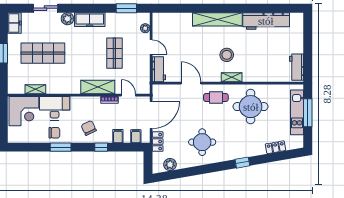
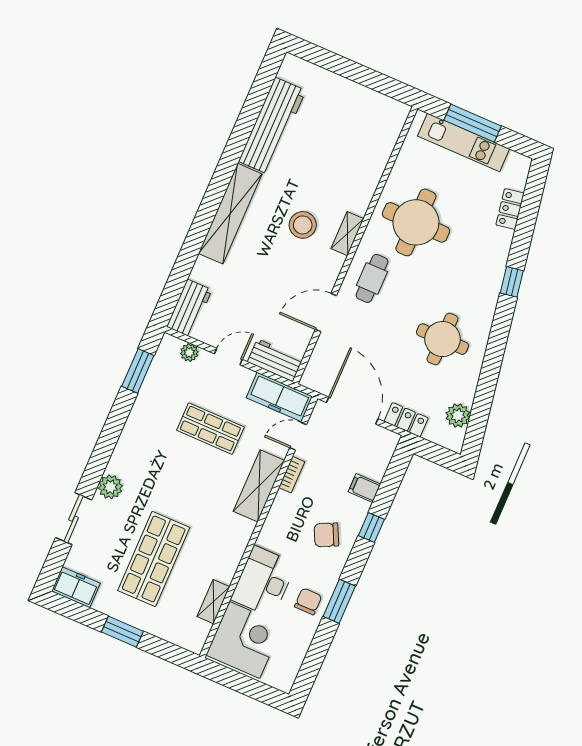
freezer: (90, 20) -> (279, 397), moved, turned 90
workbench: (297, 67) -> (189, 308), moved, turned -90
filing cabinet: (136, 136) -> (379, 455), removed

